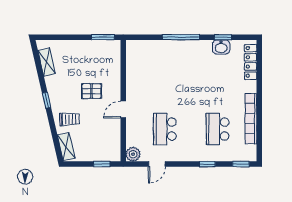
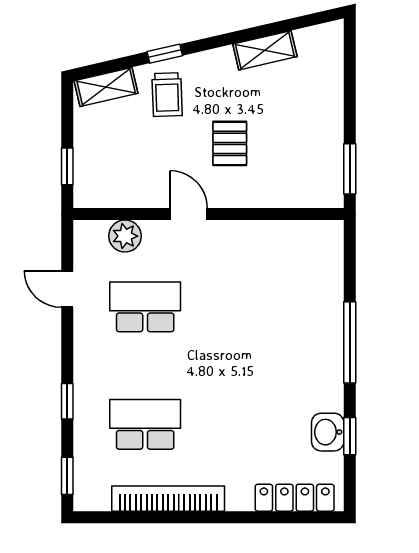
shelving: (47, 62) -> (265, 50), moved
window: (47, 100) -> (165, 54), moved
plant: (133, 154) -> (125, 236), moved

